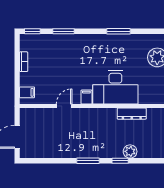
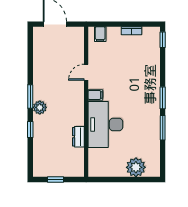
window: (63, 31) -> (163, 98), moved
door: (64, 106) -> (86, 72), swing flipped
dresser: (132, 114) -> (78, 137), width x0.70
plant: (130, 151) -> (40, 107), moved

